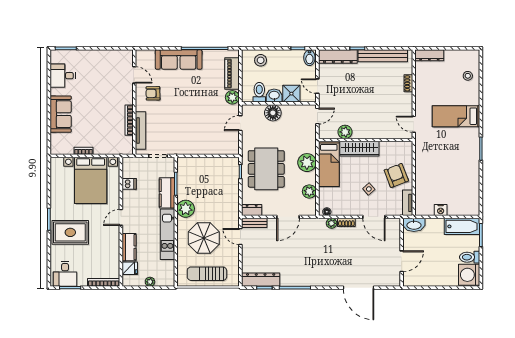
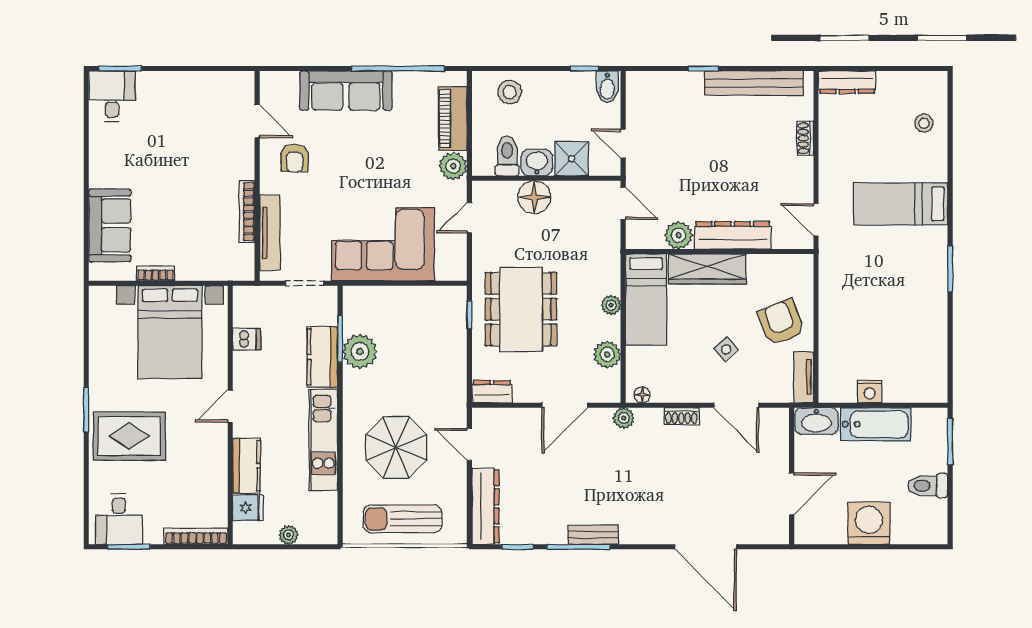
dresser: (338, 57) -> (733, 235), moved, turned 180
desk: (63, 76) -> (112, 96), moved, turned 90
armchair: (153, 93) -> (295, 158), turned -89
sofa: (61, 114) -> (110, 225), moved
door: (317, 116) -> (623, 203), hinge flipped
corner sofa: (197, 136) -> (383, 244), added
plant: (307, 163) -> (611, 305), width x0.53, depth x0.53
plant: (186, 209) -> (360, 351), moved
bench: (254, 223) -> (593, 535), moved
plant: (332, 223) -> (624, 418), moved
bathtub: (462, 226) -> (875, 424), moved
washing machine: (469, 275) -> (869, 523), moved, turned 90
dresser: (261, 280) -> (485, 506), moved, turned 90

